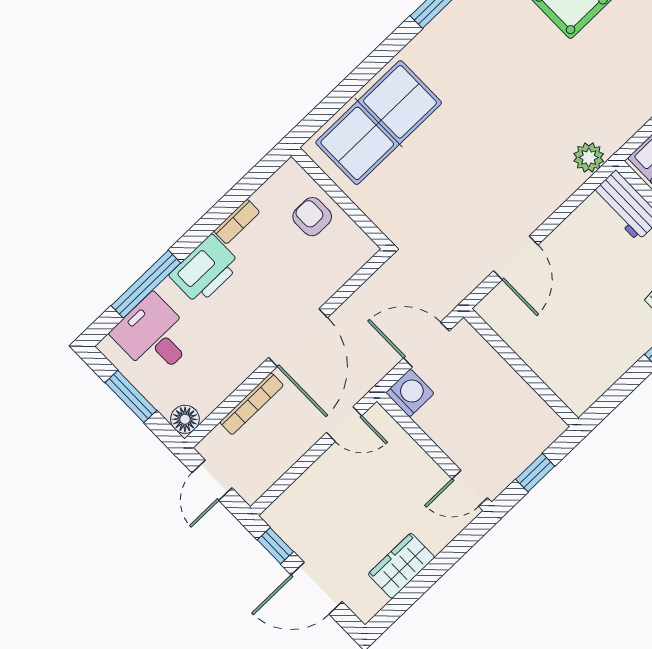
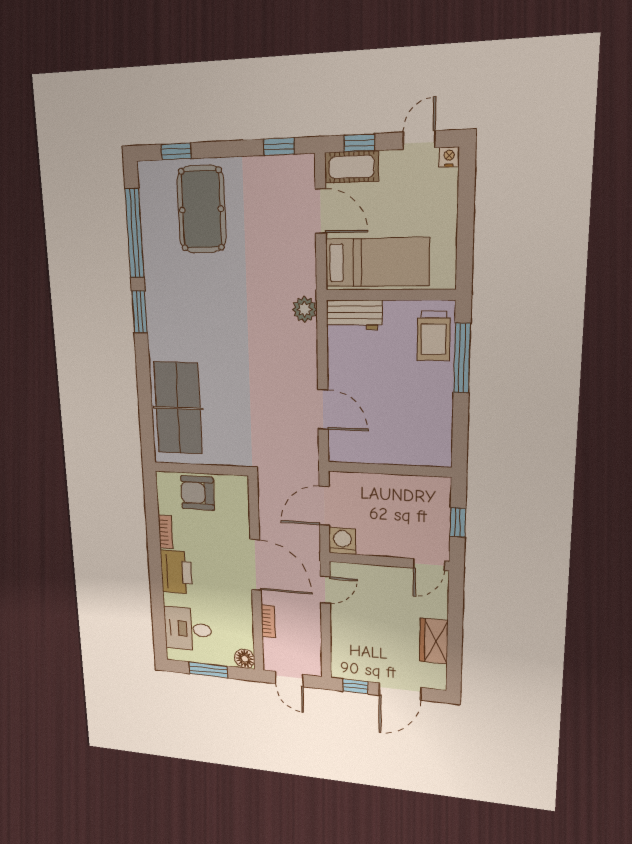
armchair: (312, 217) -> (198, 493), width x1.38, depth x1.38
window: (146, 284) -> (158, 606), removed
bookcase: (252, 404) -> (268, 621), width x0.64

